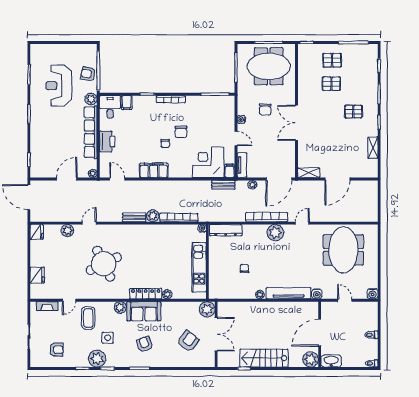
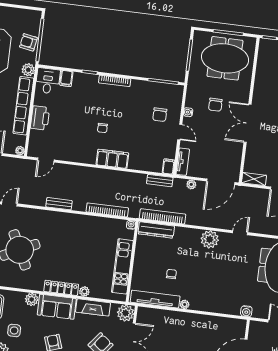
chair: (181, 132) -> (160, 115), moved
corner desk: (208, 162) -> (147, 154), removed
filing cabinet: (154, 170) -> (112, 159), moved
door: (117, 179) -> (46, 160), swing flipped
plant: (153, 216) -> (79, 205), removed
bookcase: (267, 217) -> (163, 216), moved
tv unit: (289, 293) -> (155, 299), moved
fireplace: (177, 308) -> (93, 307), added

